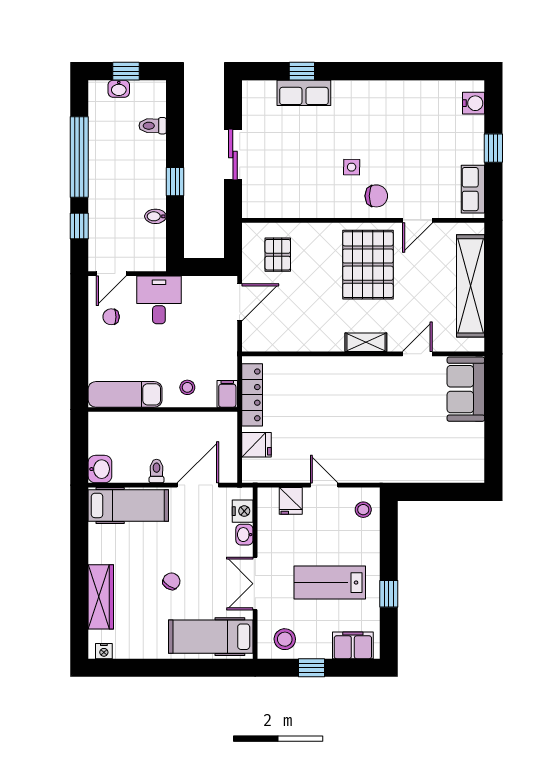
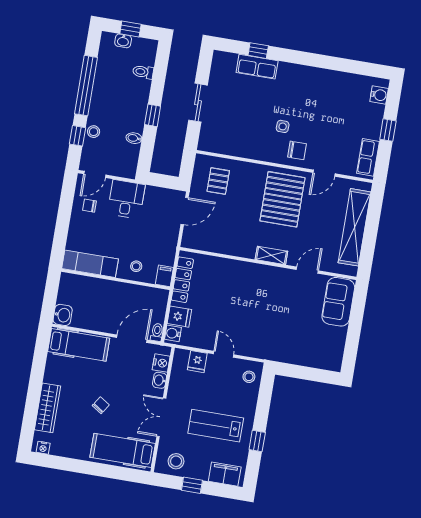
stool: (100, 217) -> (94, 132), added
water cooler: (252, 469) -> (173, 333), added
toilet: (157, 471) -> (157, 332), moved

